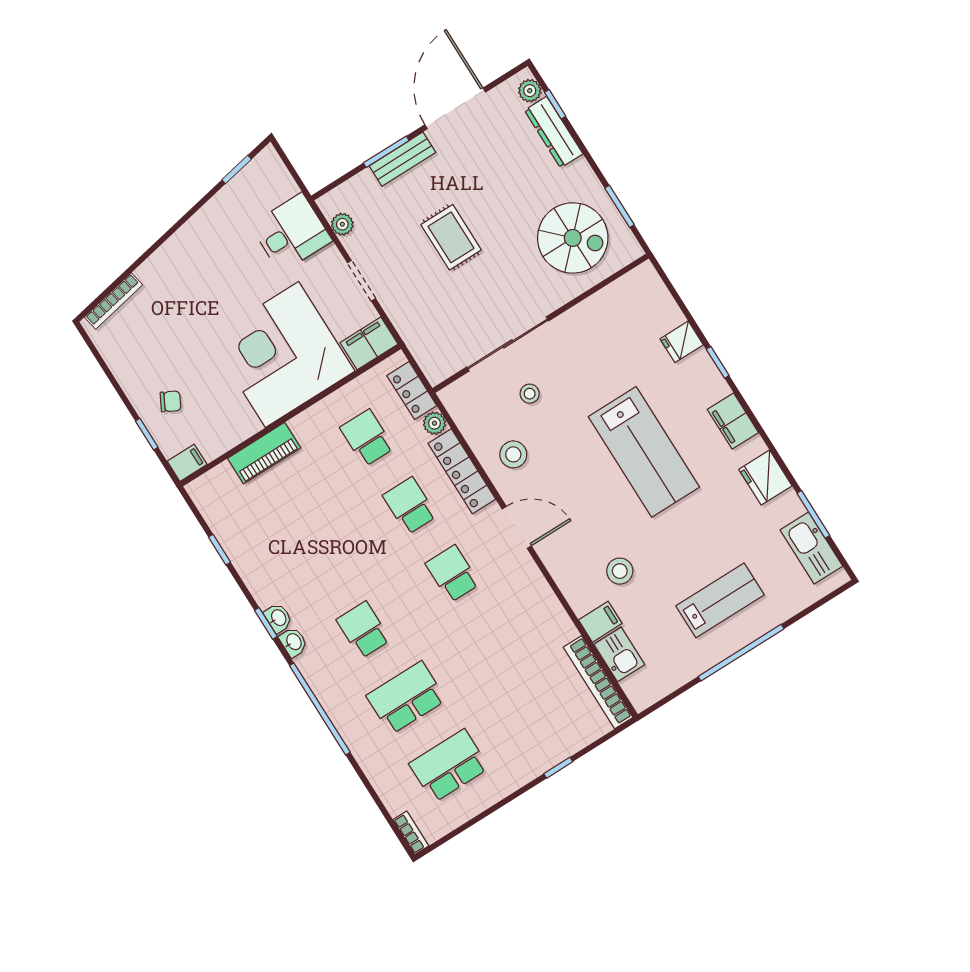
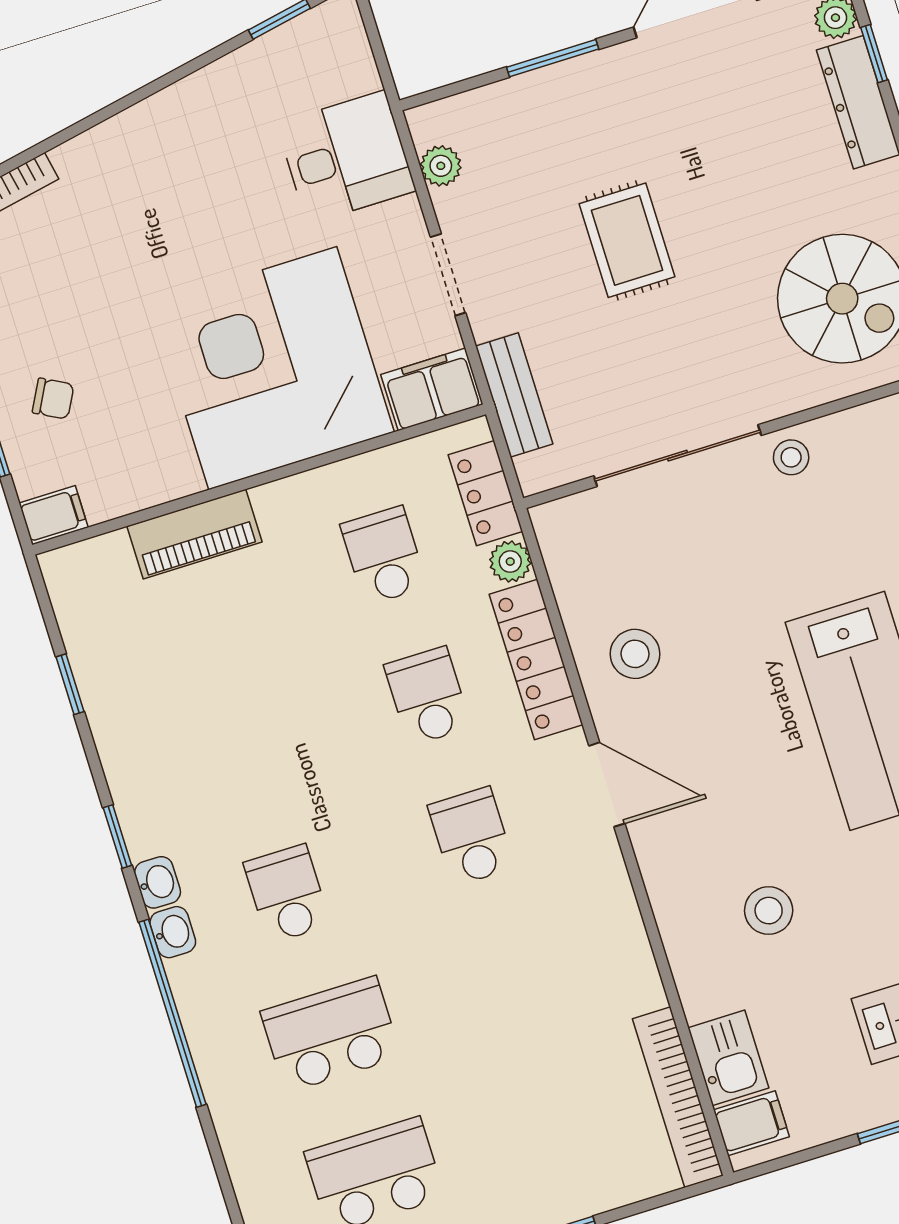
bench: (402, 159) -> (514, 395), moved, turned 90
stool: (530, 394) -> (791, 457), moved
washbasin: (278, 618) -> (173, 932), moved
filing cabinet: (600, 622) -> (751, 1123), moved

